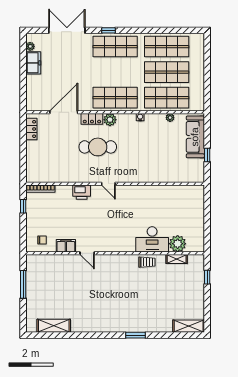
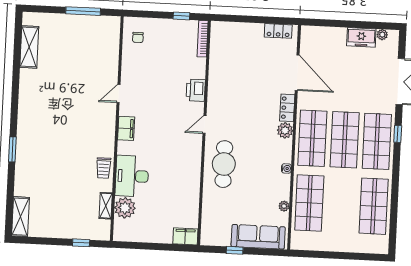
shop shelf: (167, 72) -> (345, 140), moved
cafe table: (98, 147) -> (224, 164), moved
filing cabinet: (198, 195) -> (185, 236), added
filing cabinet: (66, 246) -> (126, 128), moved

